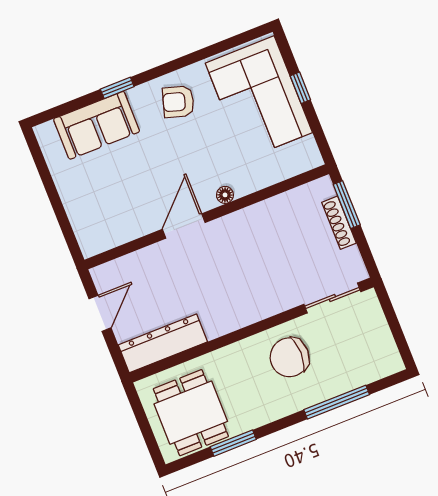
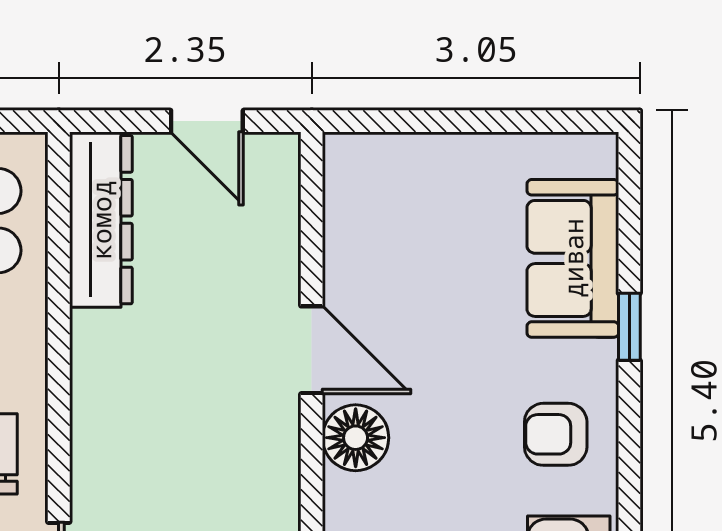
armchair: (178, 102) -> (556, 434), turned -107
floor lamp: (225, 195) -> (356, 438), width x1.89, depth x1.89

